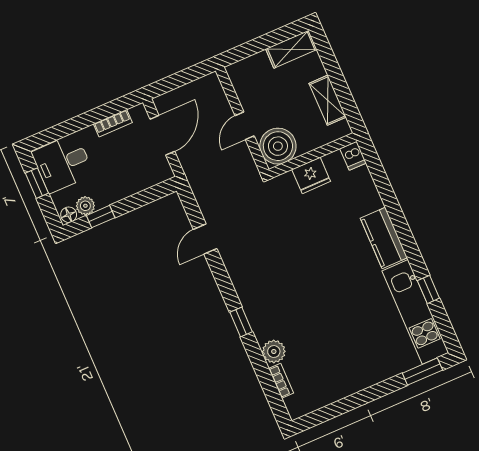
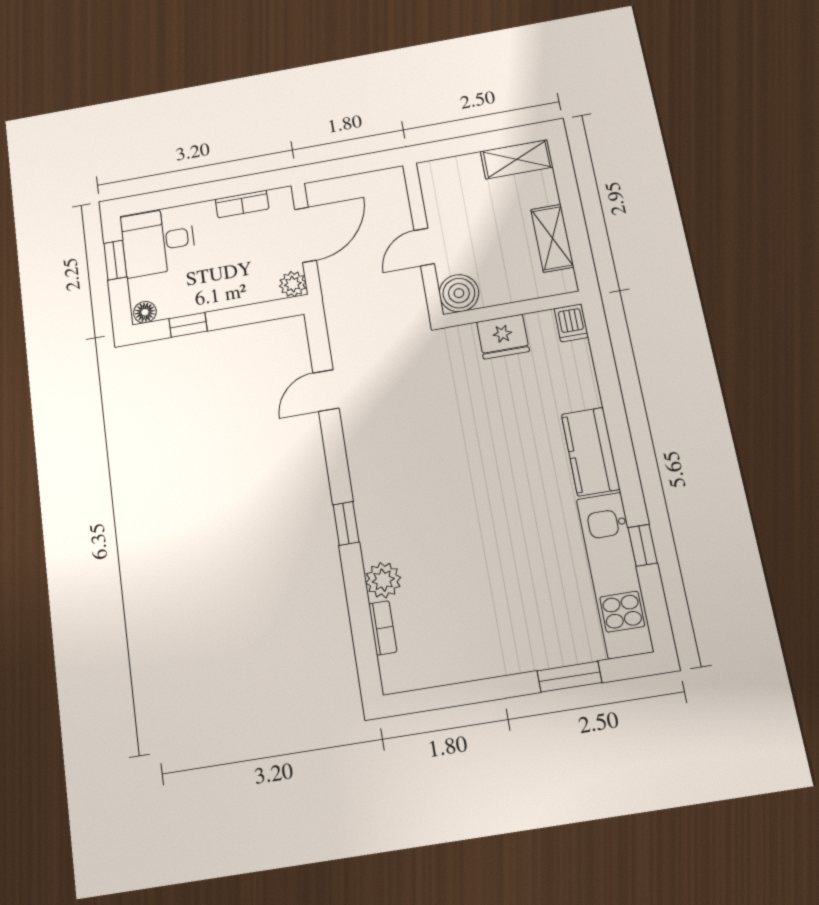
boiler: (278, 146) -> (459, 293), width x0.73, depth x0.73
plant: (85, 206) -> (293, 284), moved
window: (422, 372) -> (569, 677), moved

